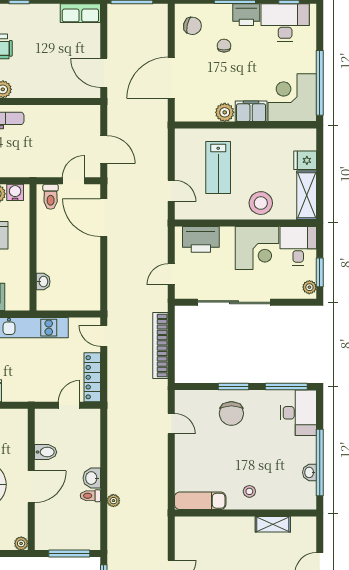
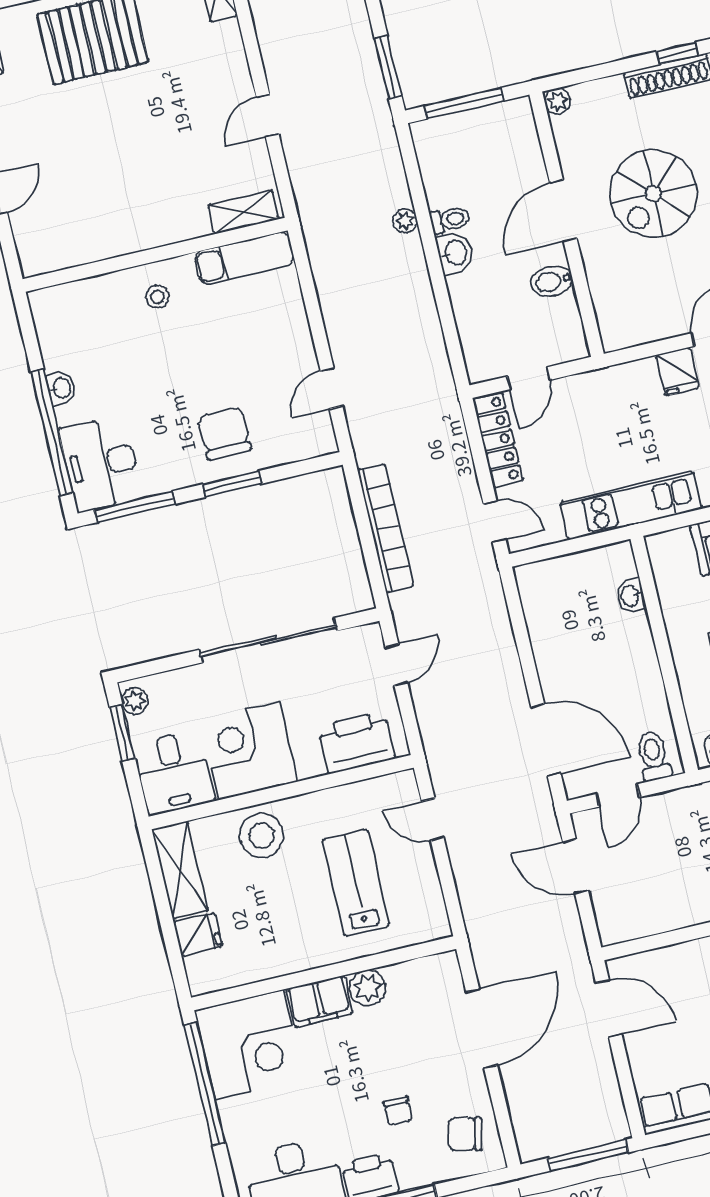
door: (171, 424) -> (332, 388), hinge flipped
window: (320, 462) -> (52, 432), moved
washbasin: (310, 472) -> (61, 388), moved
shelving: (273, 524) -> (243, 212), moved

